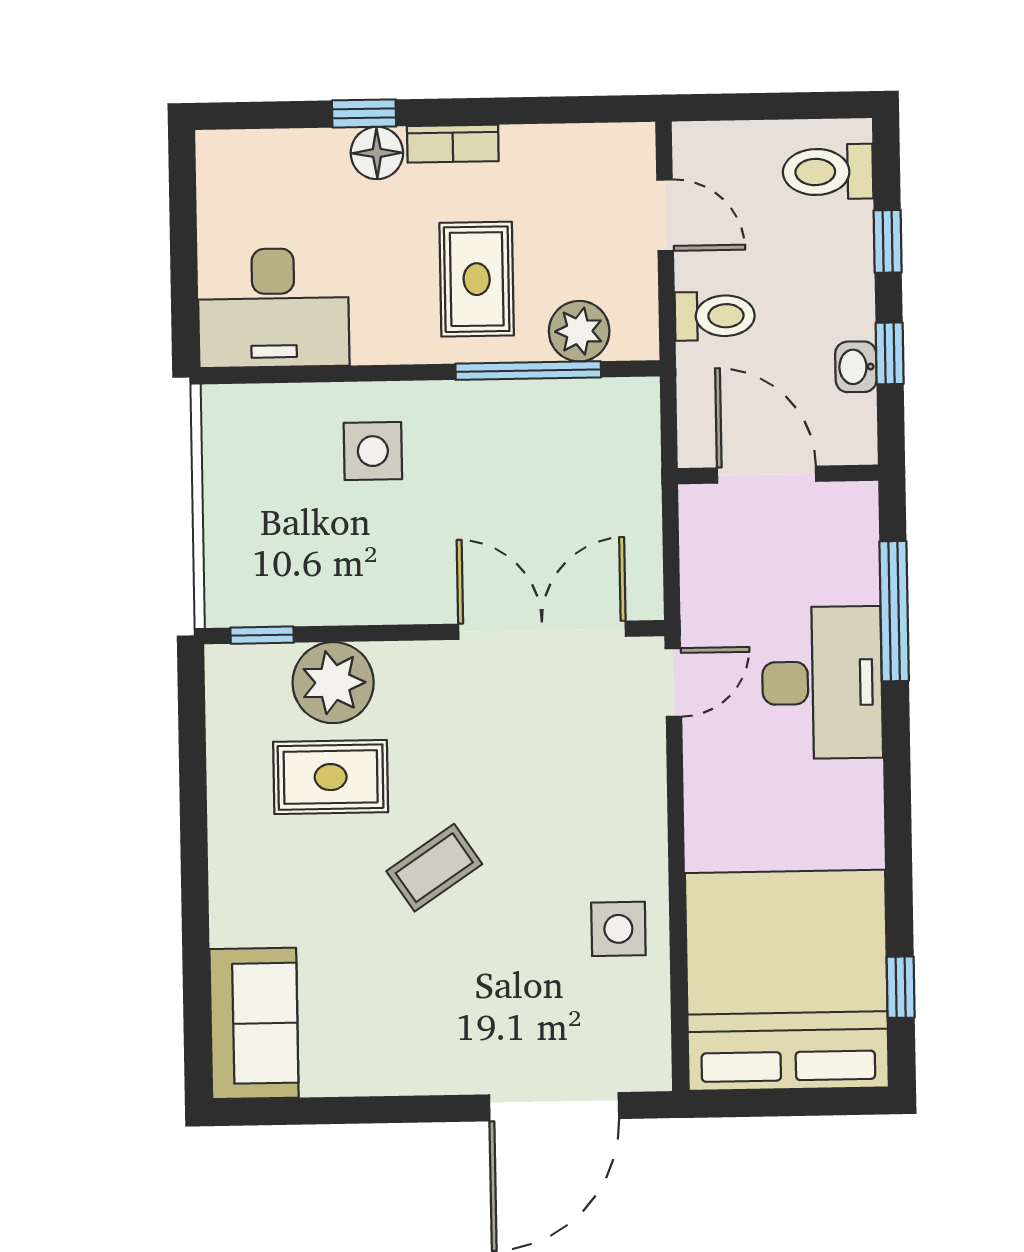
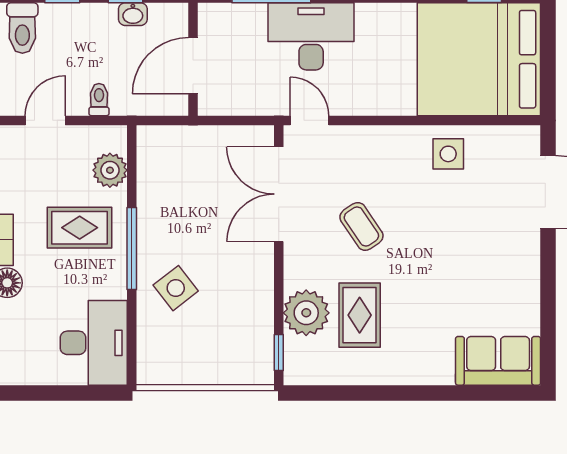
toilet: (715, 316) -> (99, 100), width x0.73, depth x0.72
window: (528, 371) -> (132, 249), moved
side table: (373, 451) -> (176, 288), turned -38
coffee table: (434, 868) -> (361, 226), moved

